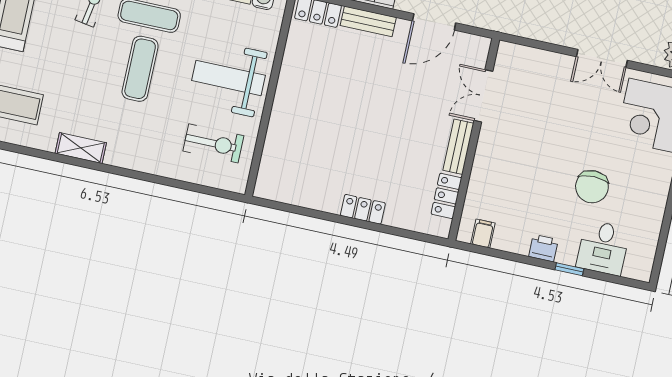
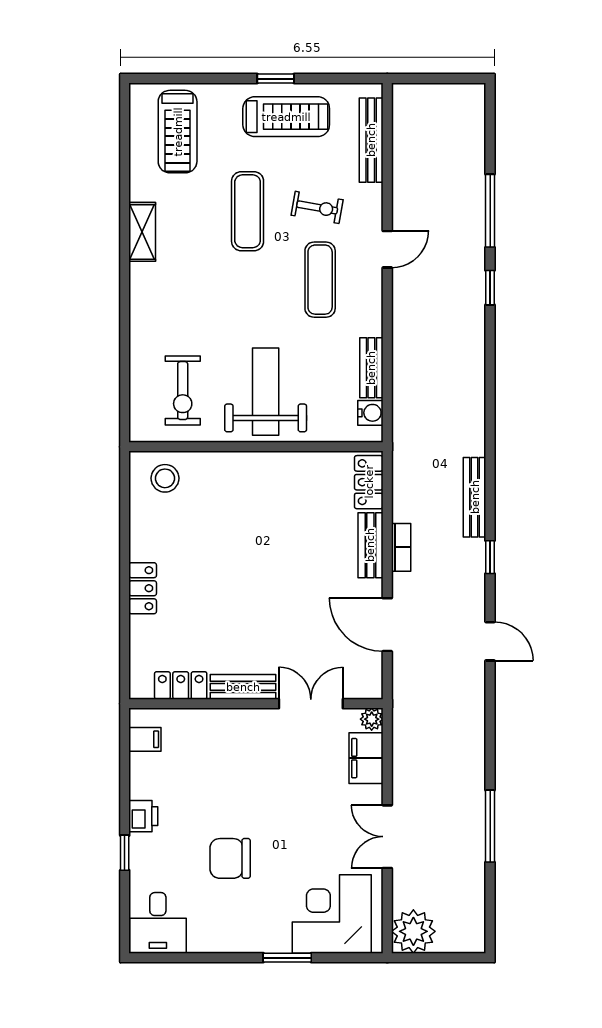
plant: (506, 50) -> (372, 719), added
filing cabinet: (536, 62) -> (366, 758), added
exercise mat: (140, 69) -> (248, 211), moved, turned 90
stool: (280, 173) -> (165, 478), added
desk: (603, 248) -> (158, 923), moved, turned -90

